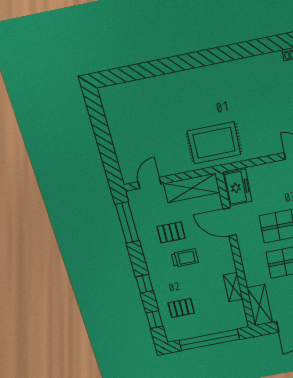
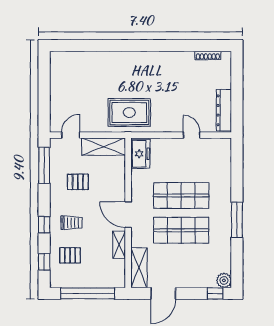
door: (230, 222) -> (128, 215), moved
trolley: (185, 258) -> (72, 223), moved

